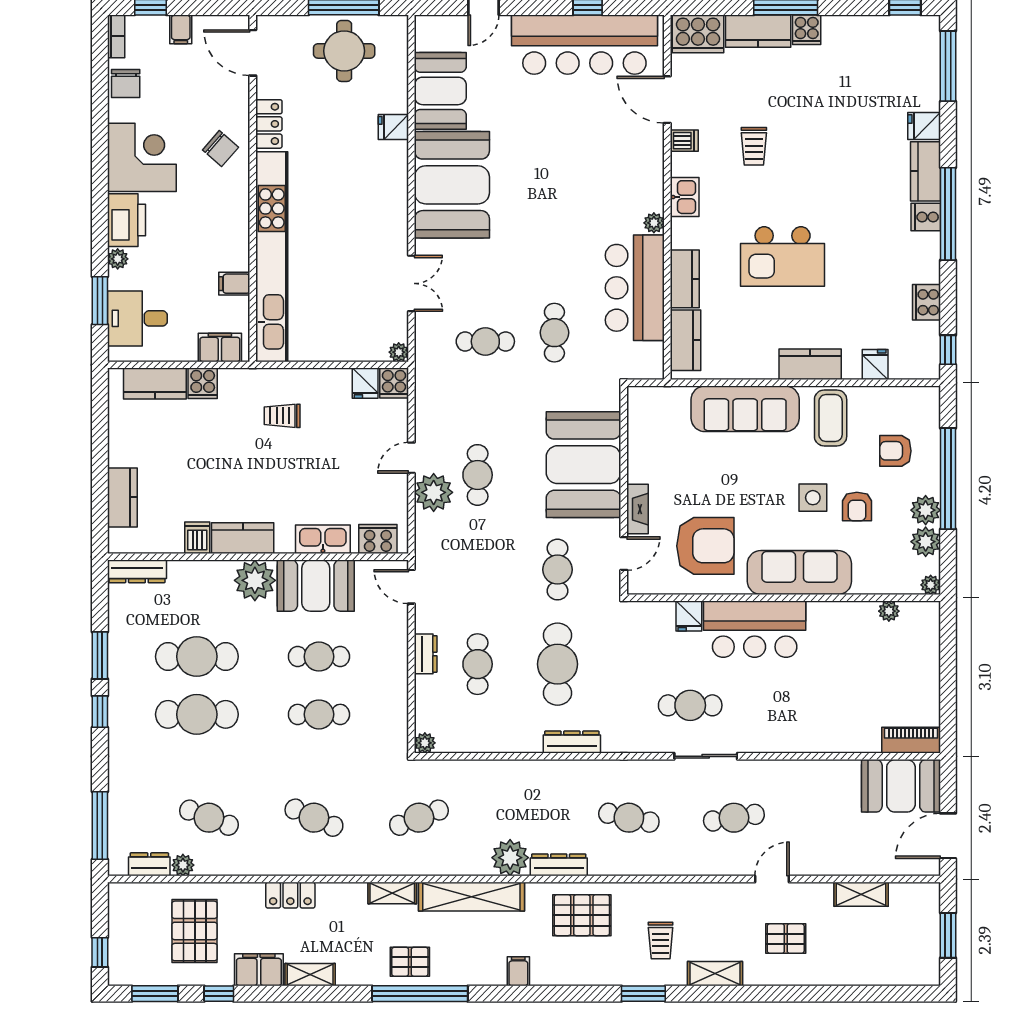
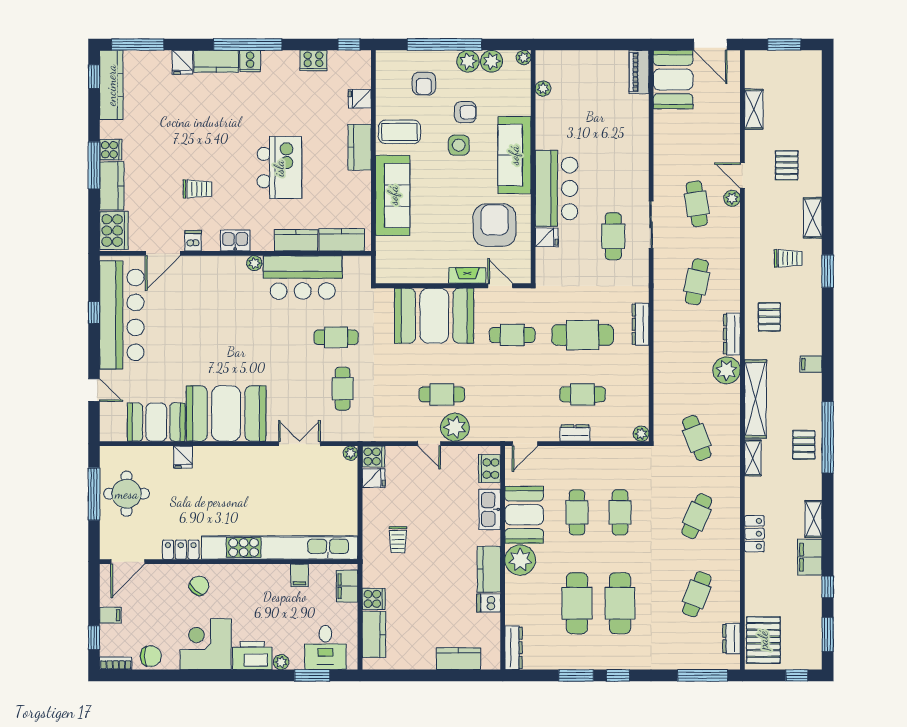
kitchen counter: (894, 31) -> (111, 85), added
plant: (183, 865) -> (732, 198), moved
pallet: (582, 915) -> (769, 317), width x0.67, depth x0.71
pallet: (195, 931) -> (763, 640), moved, turned 90

